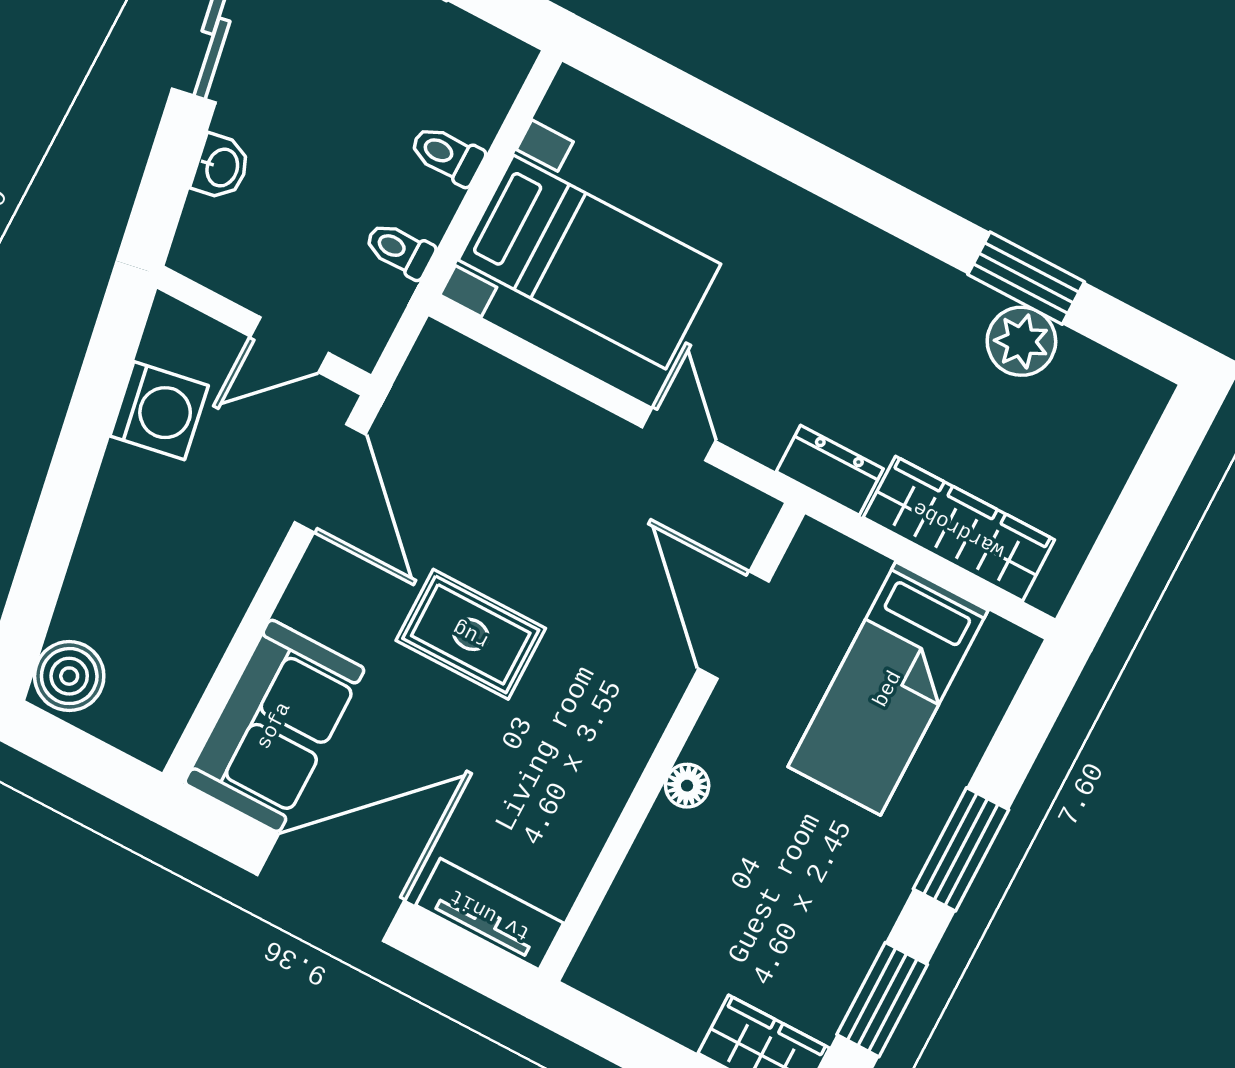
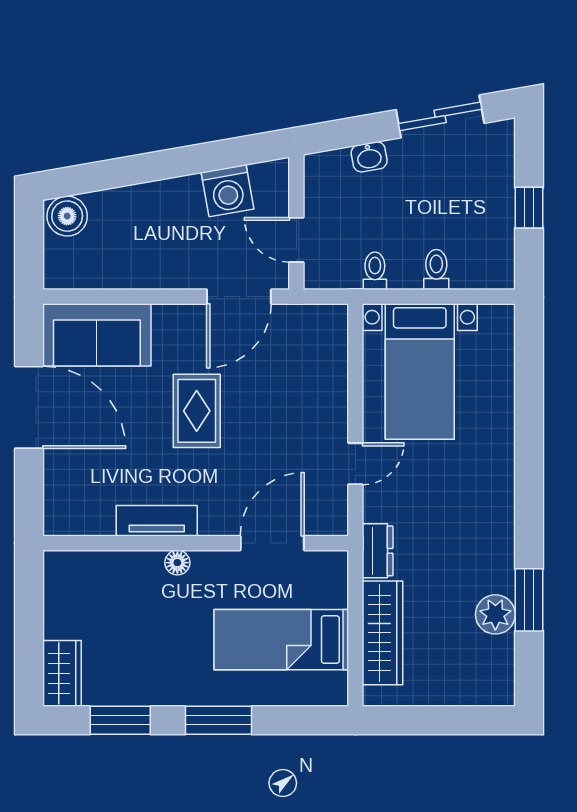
tv unit: (490, 914) -> (157, 521), moved, turned -90

